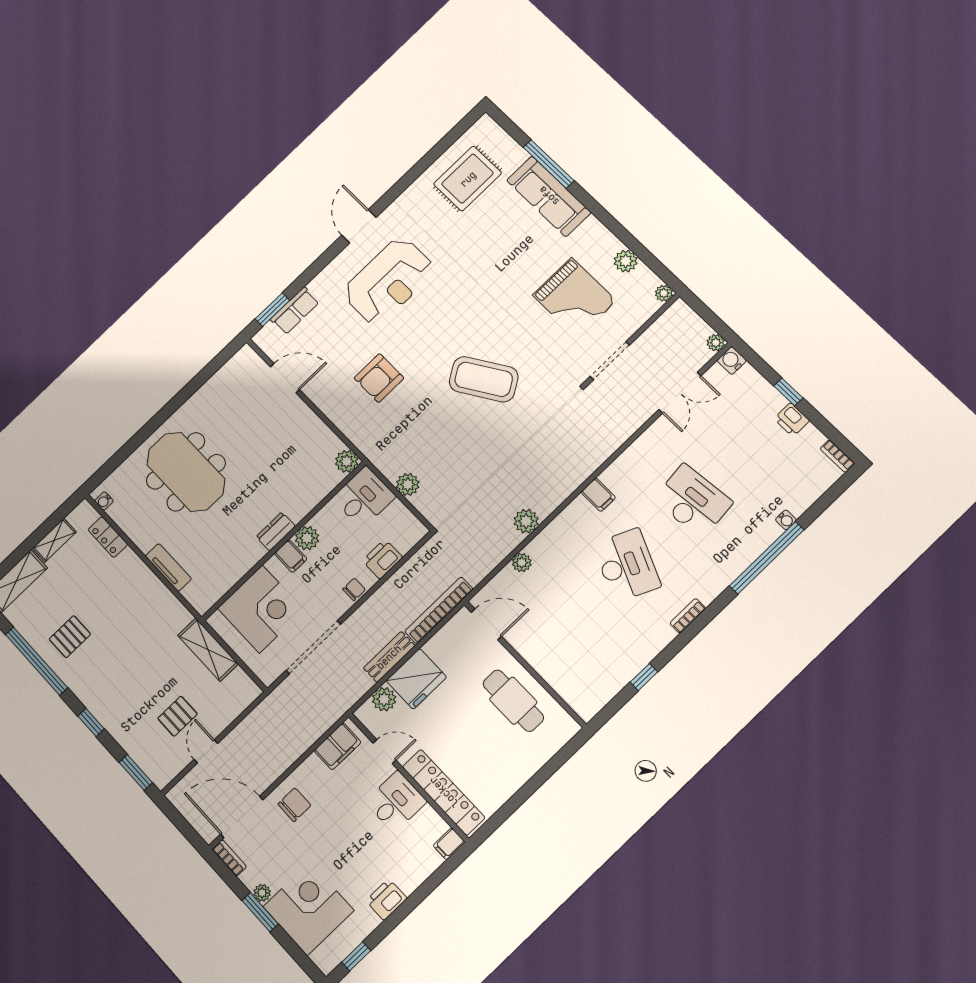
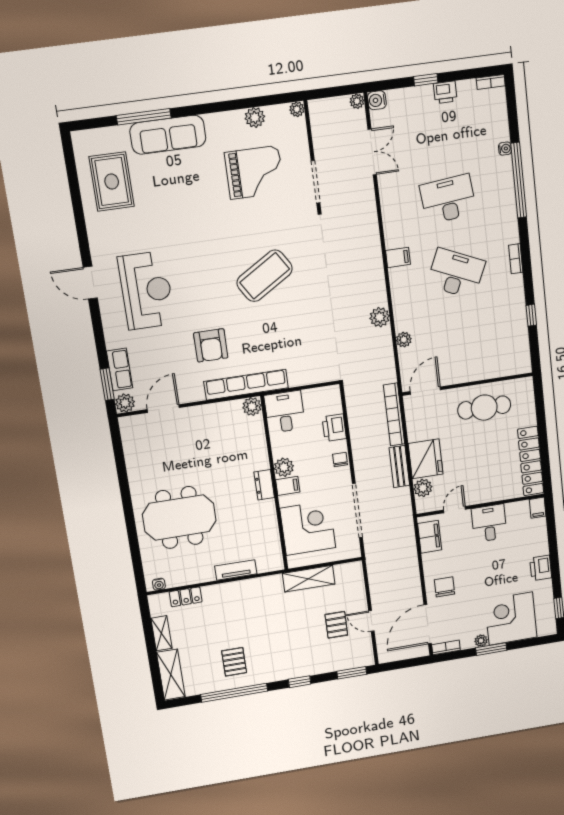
row of seats: (364, 440) -> (246, 385), added
plant: (408, 484) -> (125, 403), moved
locker: (444, 792) -> (531, 461), moved, turned -90

